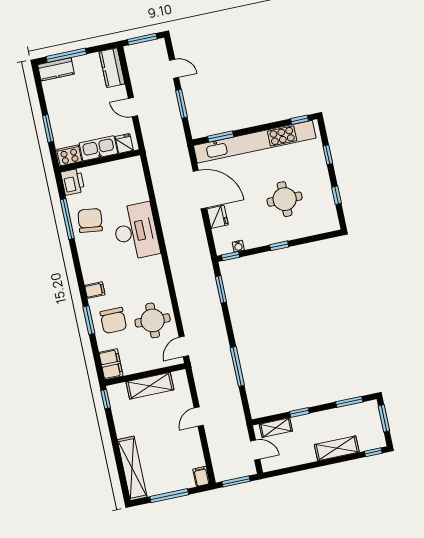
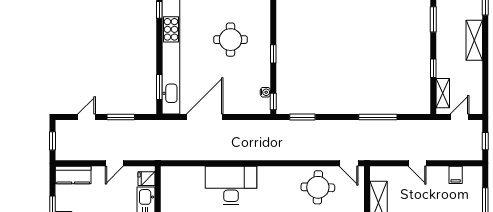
window: (142, 39) -> (52, 141), width x0.67
fridge: (218, 217) -> (234, 106), removed
filing cabinet: (201, 476) -> (456, 175), moved, turned -90
window: (236, 481) -> (485, 141), width x0.67

